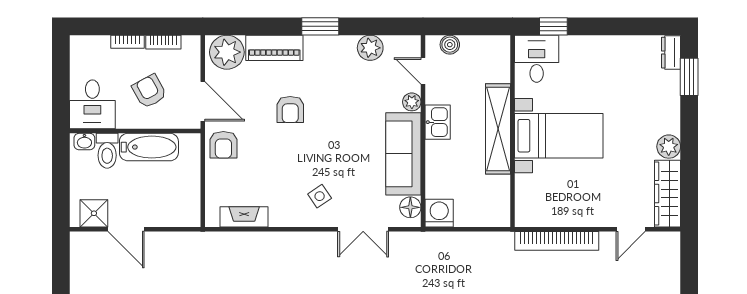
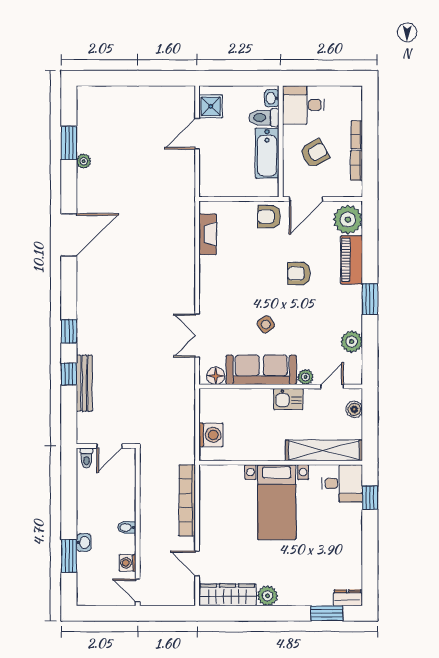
shelving: (498, 129) -> (324, 450), moved
side table: (320, 196) -> (266, 324), moved
washing machine: (439, 213) -> (211, 435), moved

